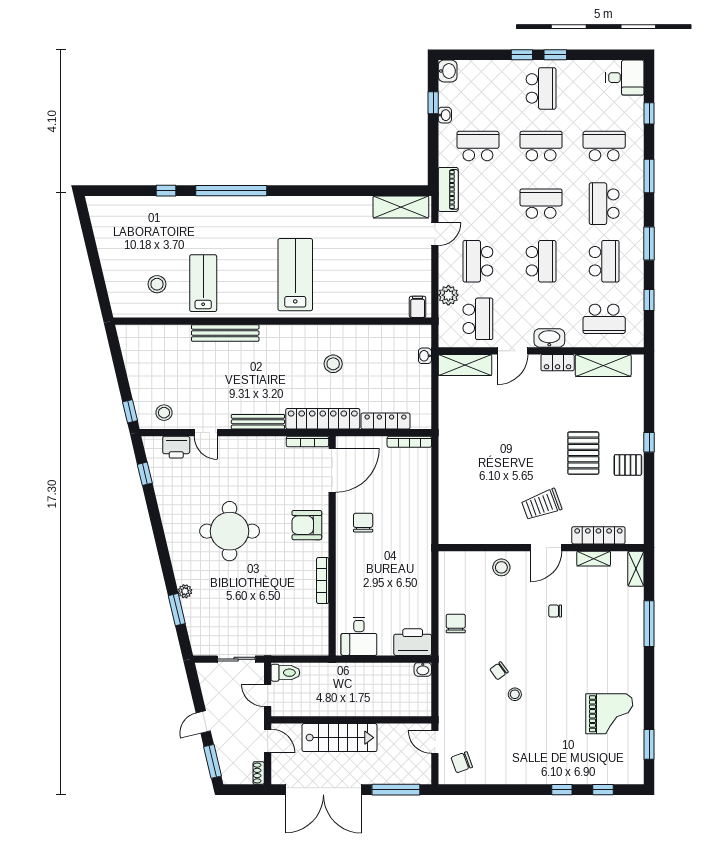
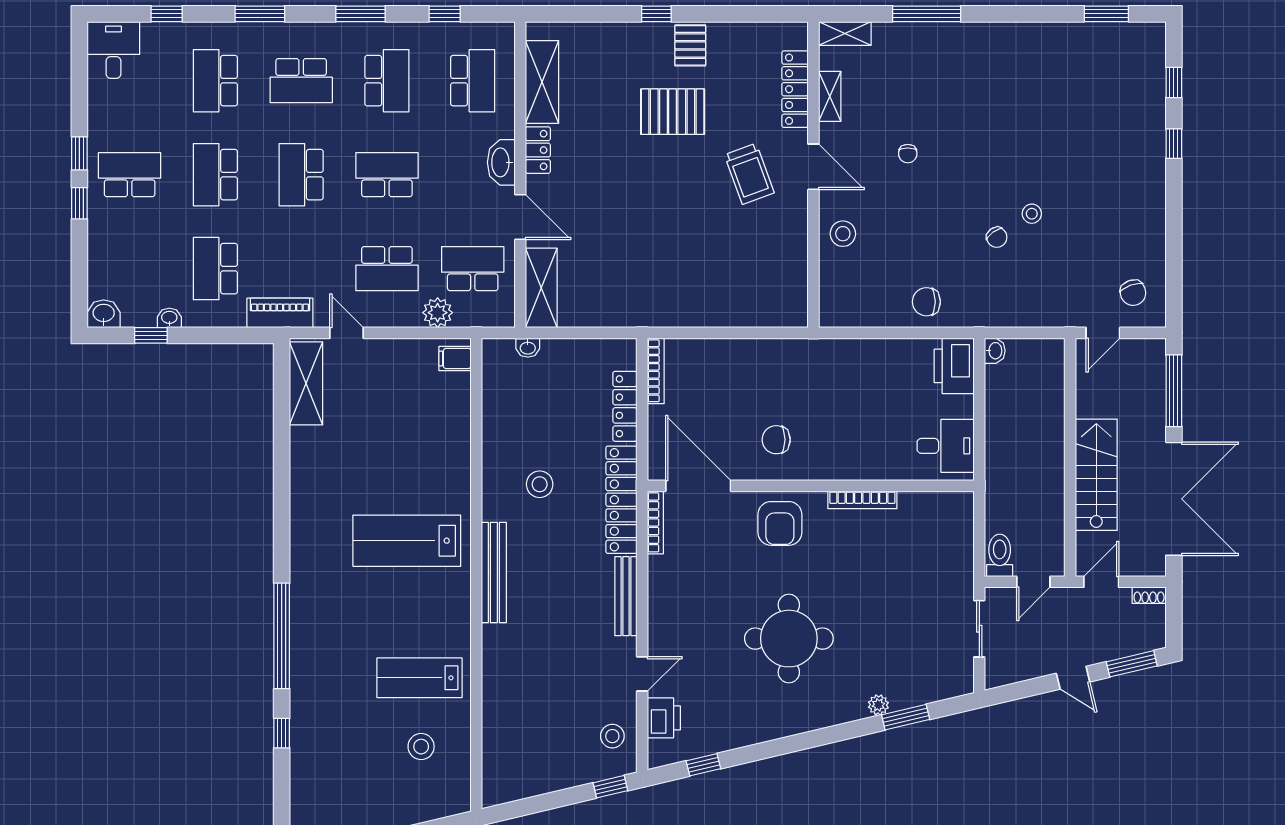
school desk: (604, 261) -> (387, 81), turned 90
bench: (225, 333) -> (494, 572), moved
grand piano: (609, 714) -> (1061, 73), removed

